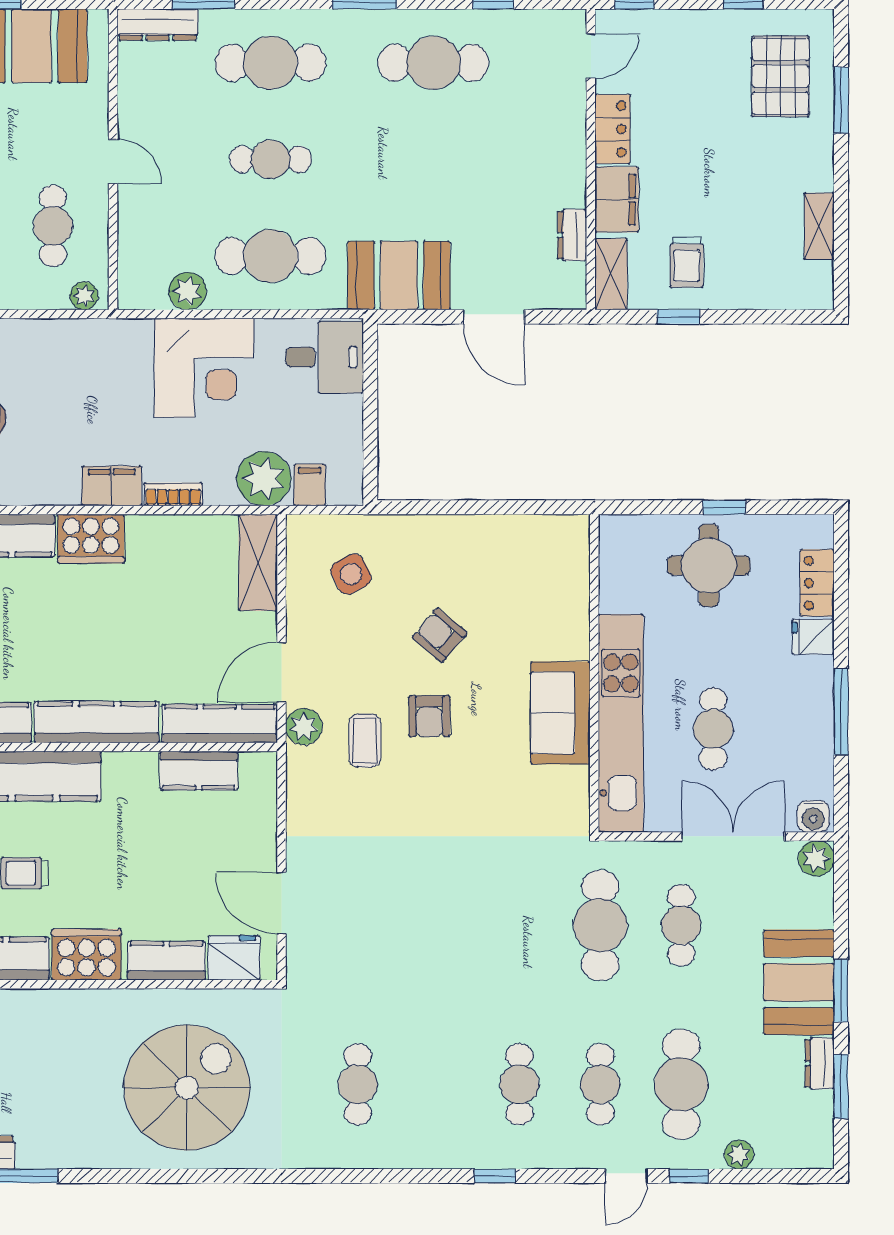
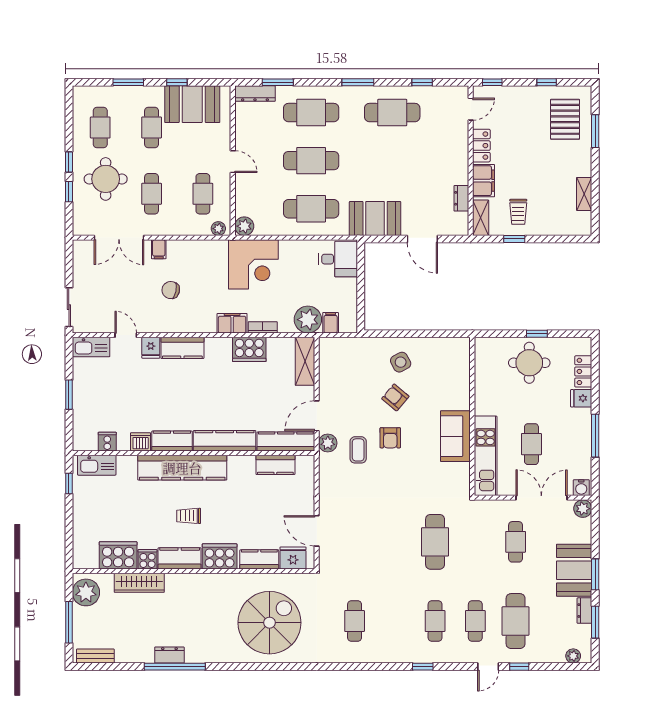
cafe table: (270, 159) -> (311, 161), width x1.37, depth x1.35
plant: (188, 291) -> (244, 226), moved
corner desk: (204, 368) -> (253, 264), moved
cooker: (91, 539) -> (249, 349), moved
side table: (351, 574) -> (401, 362), moved
kitchen unit: (621, 723) -> (486, 456), width x0.73
cafe table: (600, 925) -> (435, 542), moved
plant: (739, 1154) -> (573, 656), moved

